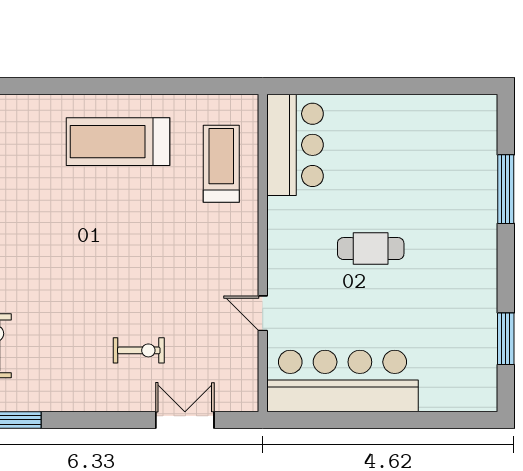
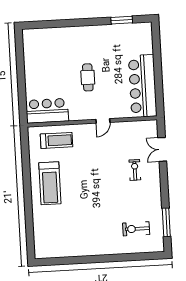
treadmill: (221, 164) -> (57, 140), turned 180
window: (506, 189) -> (60, 24), removed
door: (263, 313) -> (103, 121), moved

